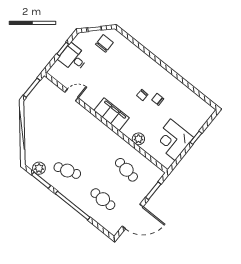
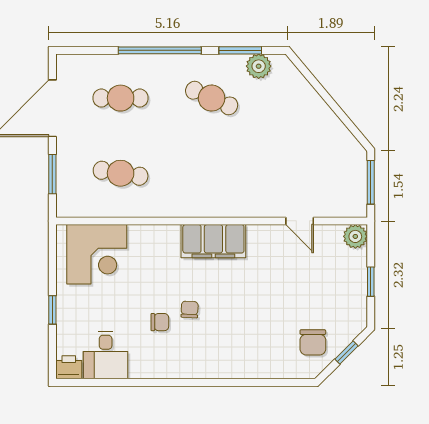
desk: (73, 58) -> (106, 355), moved, turned 90
door: (72, 95) -> (300, 221), hinge flipped
printer: (208, 110) -> (69, 367), added
plant: (138, 139) -> (355, 236), moved
corner desk: (173, 140) -> (97, 254), moved, turned 90
cafe table: (67, 171) -> (212, 98), turned 42

